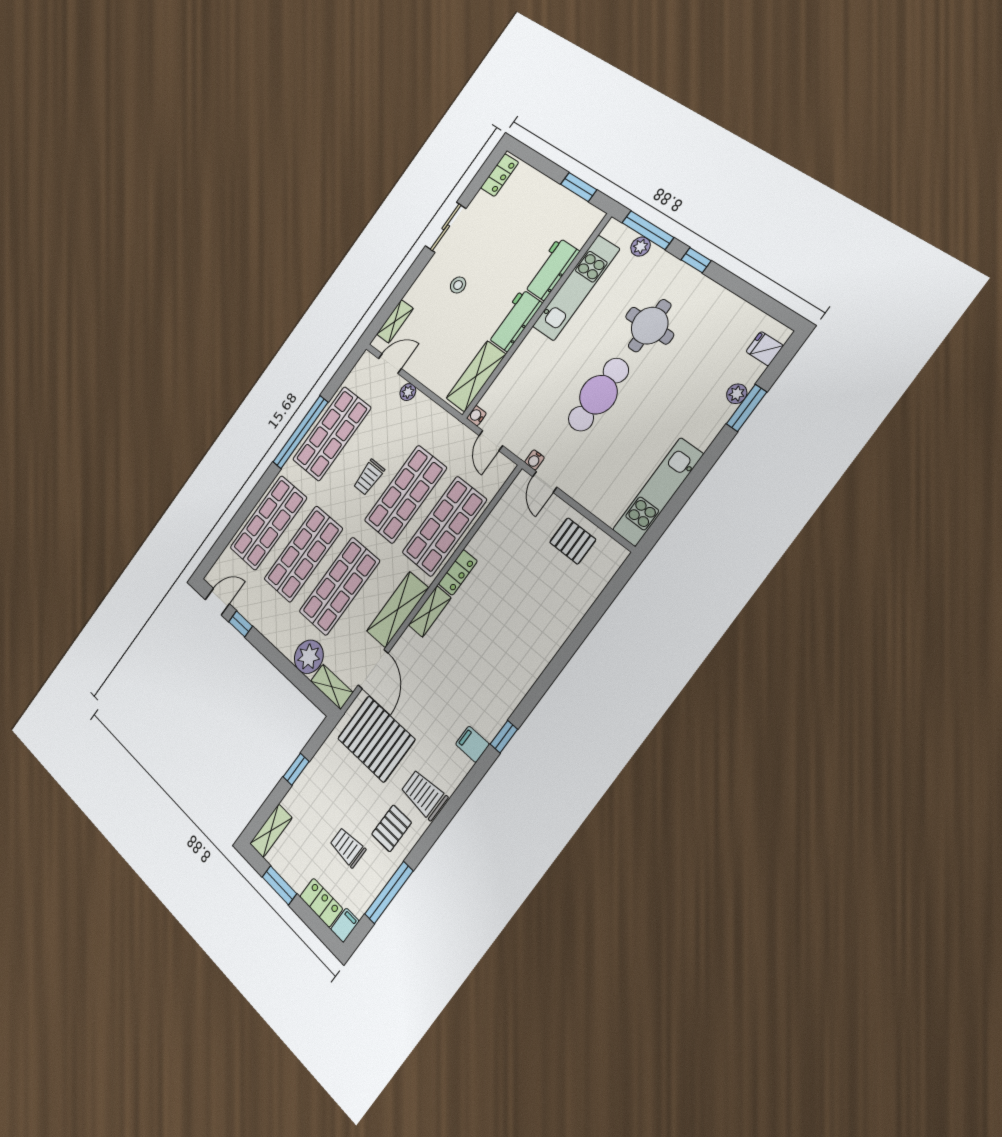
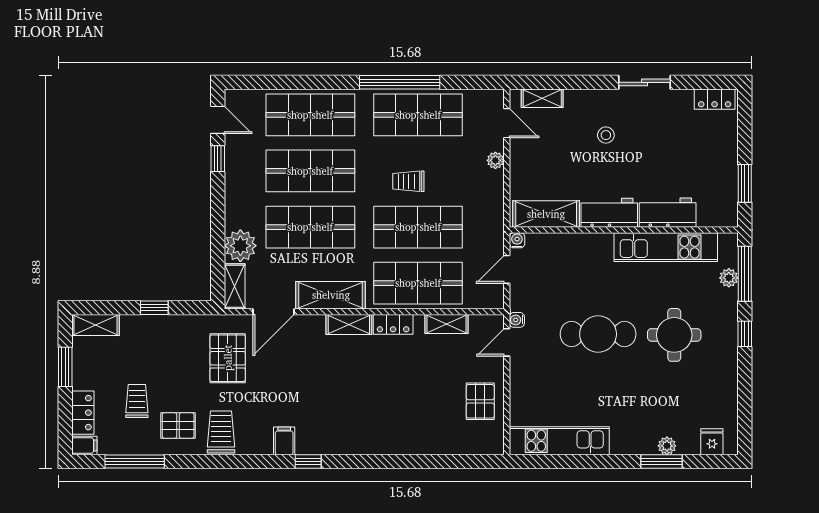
shelving: (492, 525) -> (446, 324), added
pallet: (376, 739) -> (228, 358), width x0.73, depth x0.71

